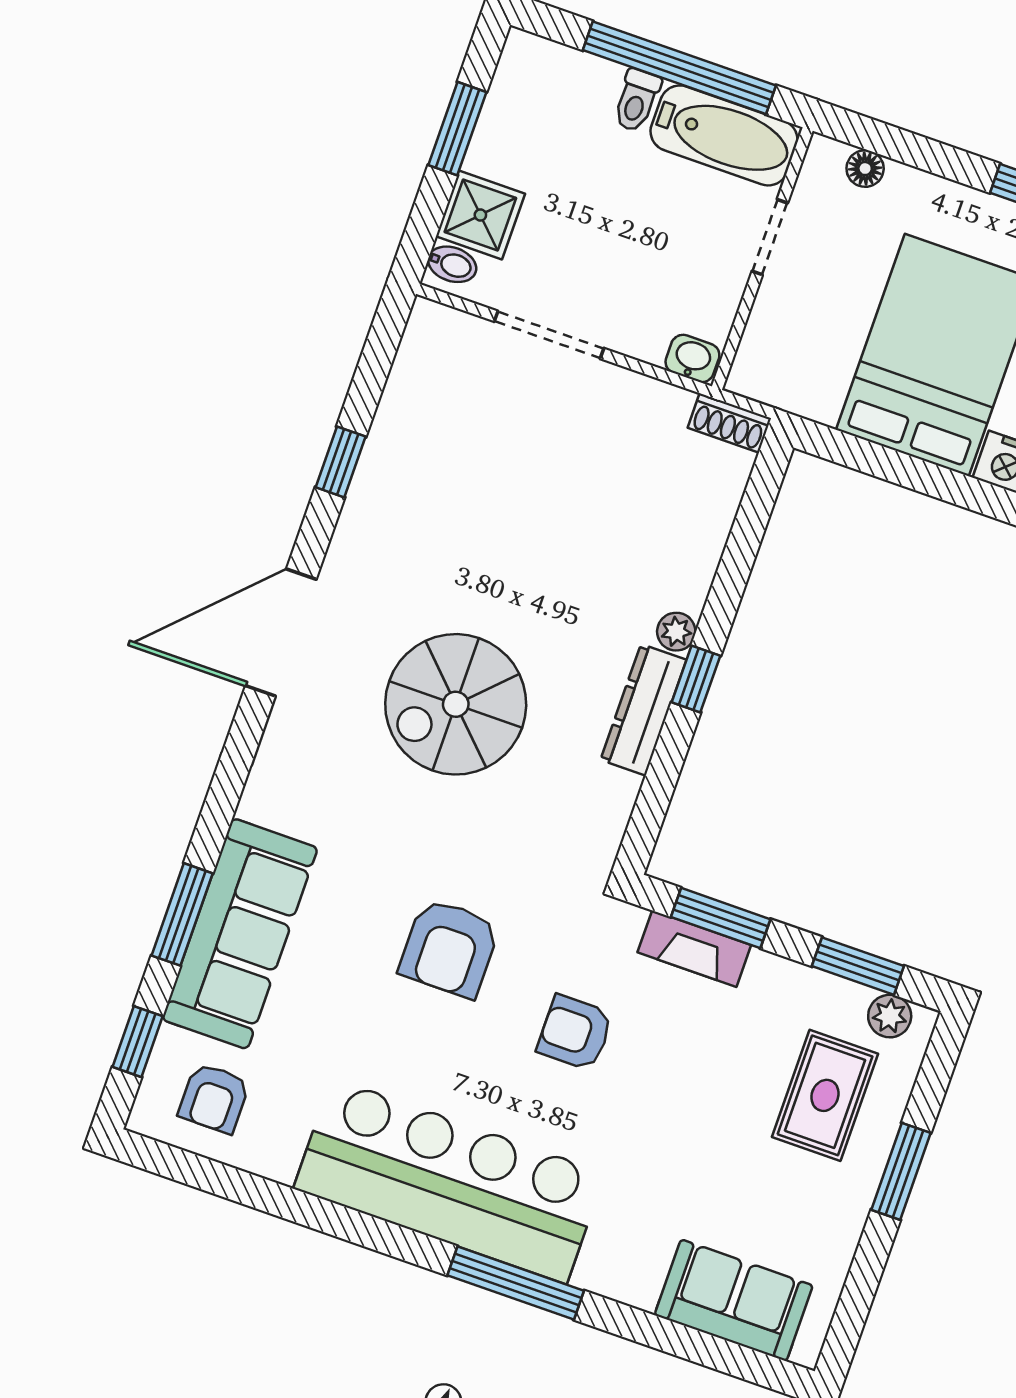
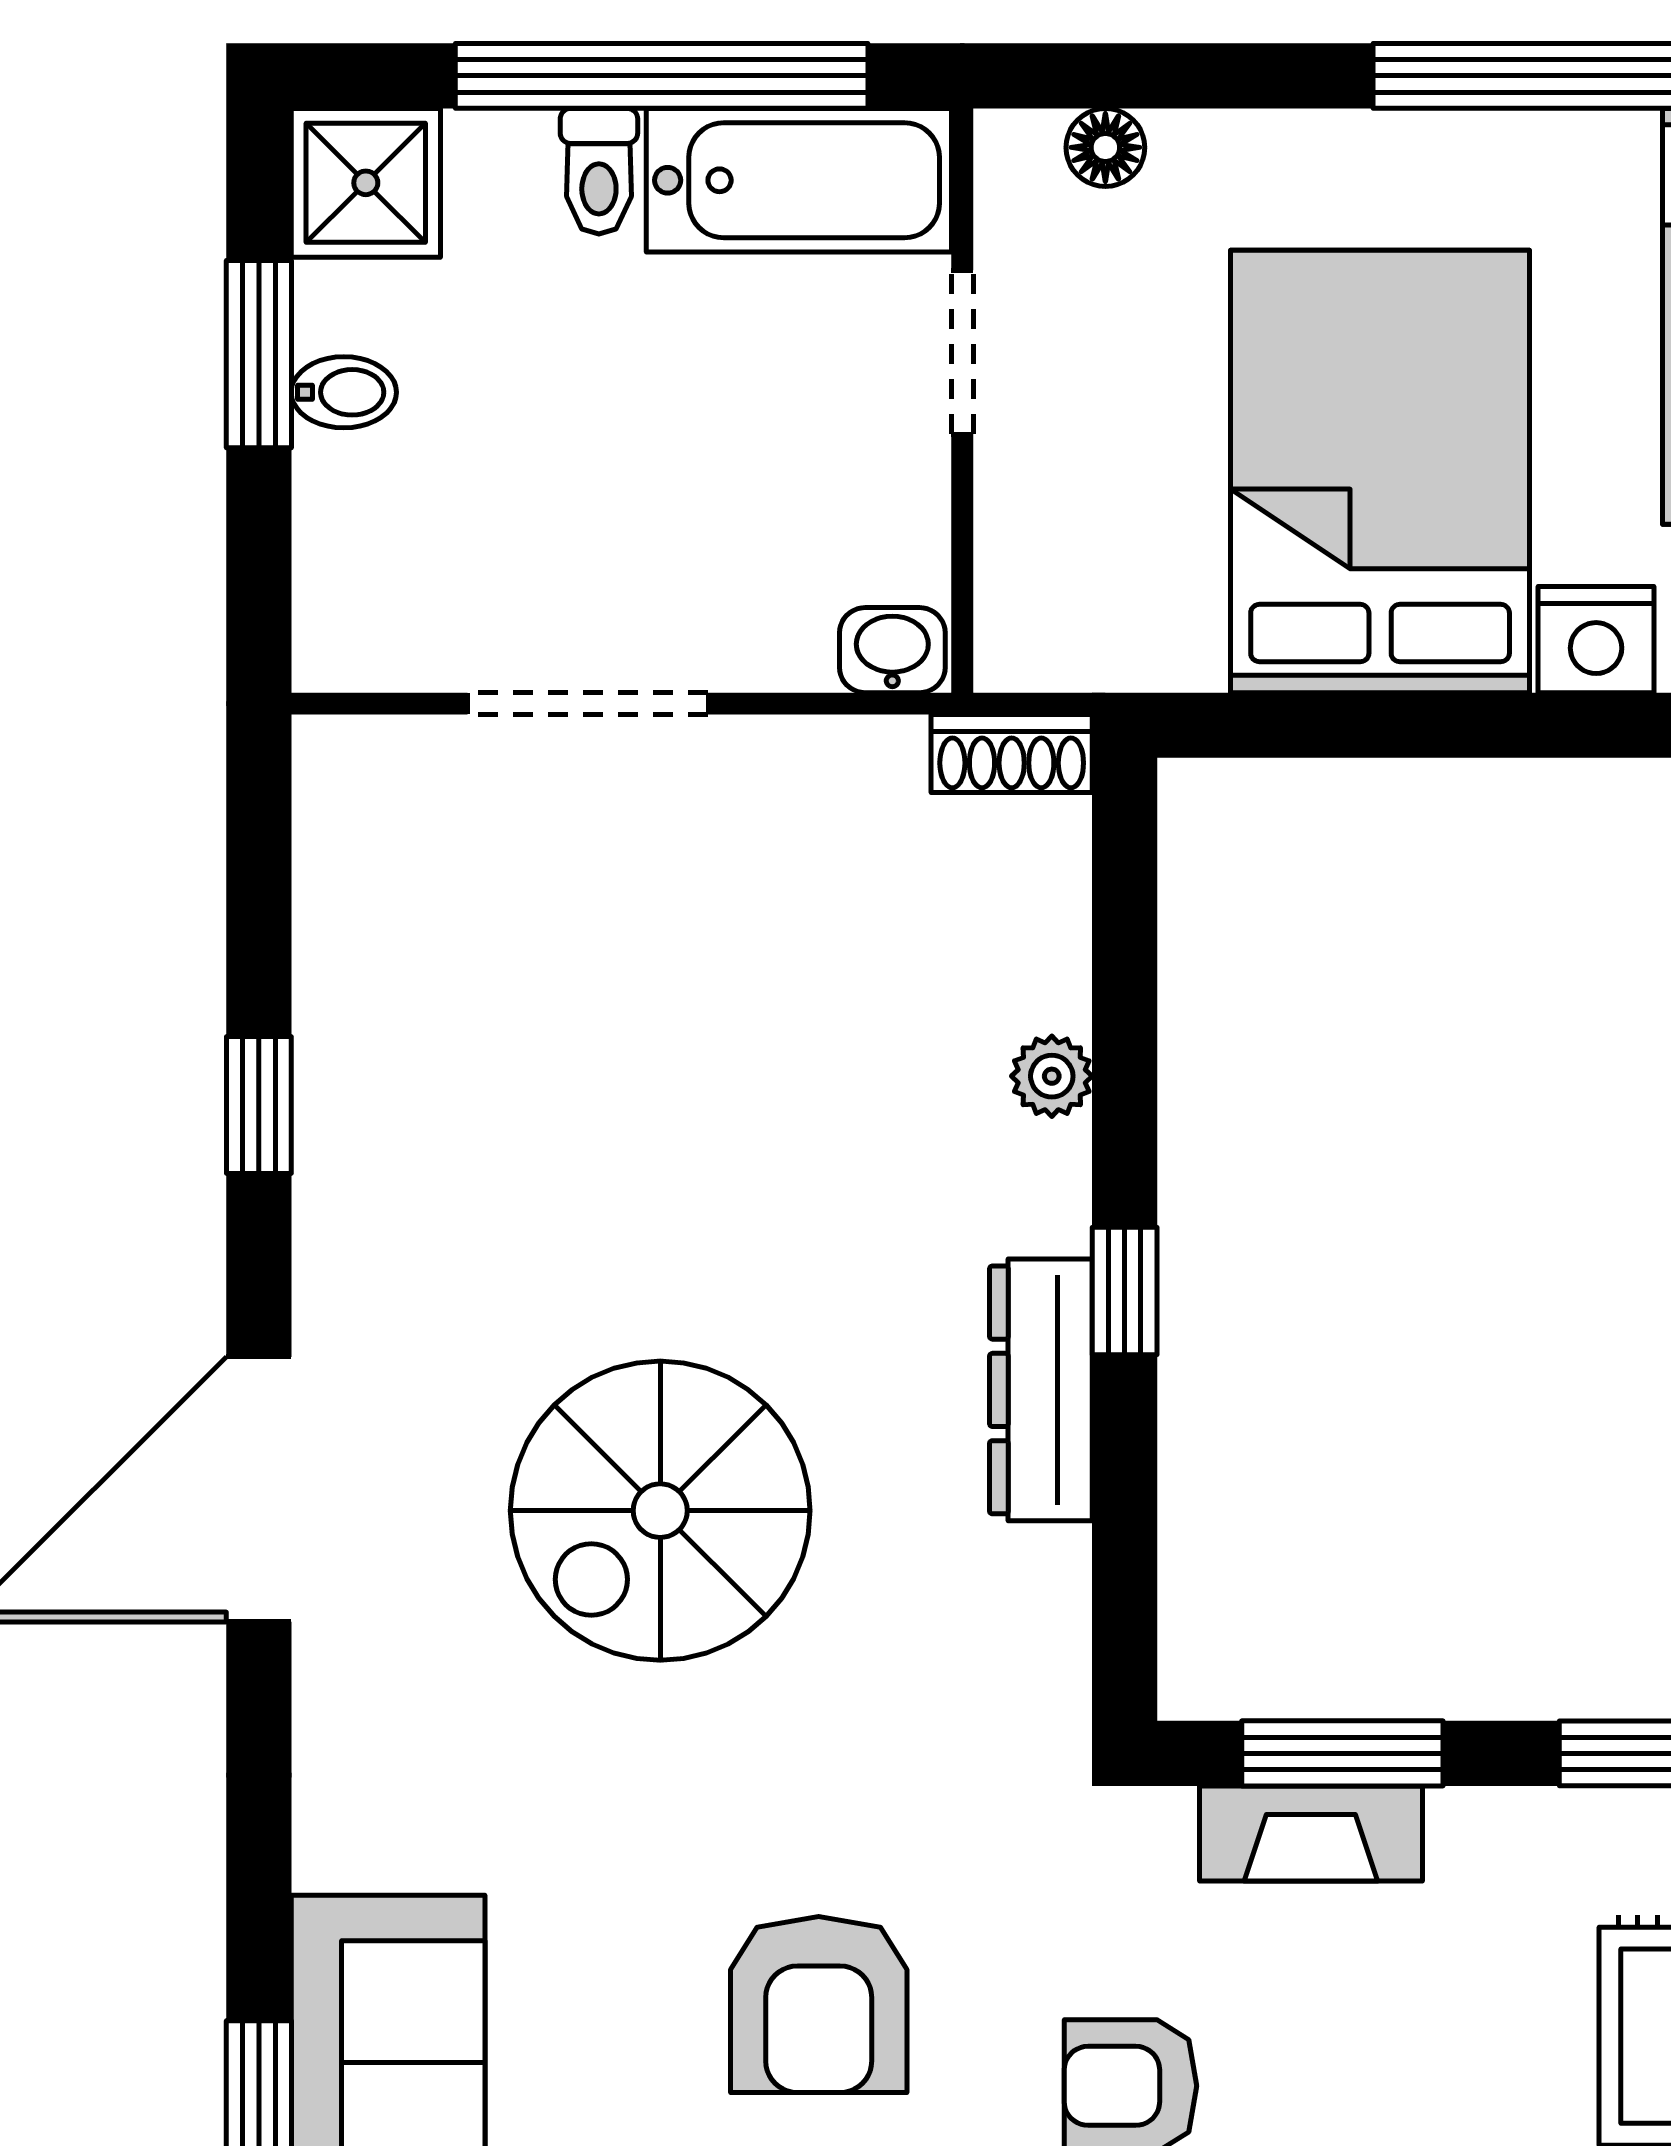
shower: (480, 215) -> (366, 183), moved
bidet: (452, 264) -> (344, 392), moved
plant: (676, 632) -> (1052, 1076), moved

